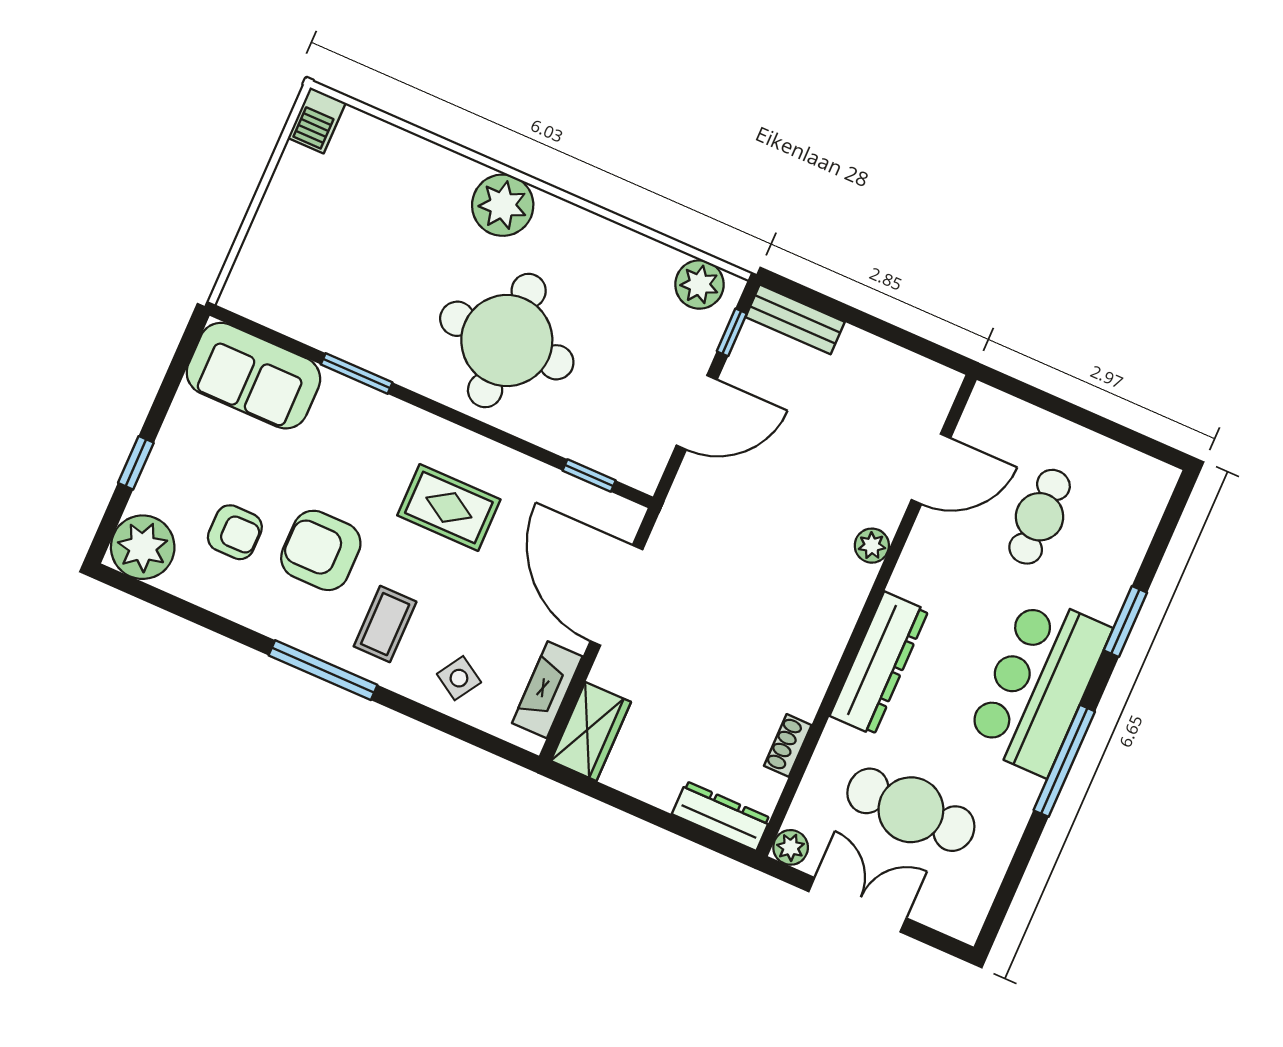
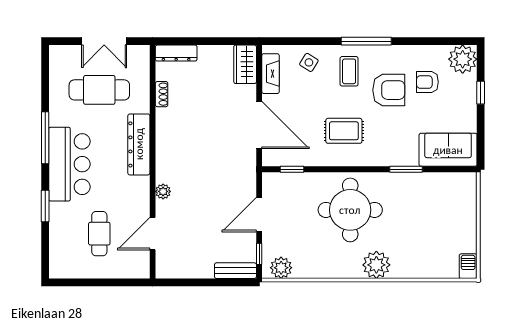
plant: (791, 847) -> (142, 53), removed

